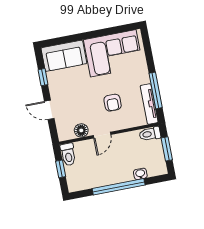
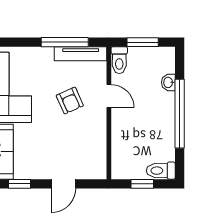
armchair: (113, 103) -> (70, 101), turned 66
floor lamp: (81, 130) -> (98, 148), removed
door: (102, 135) -> (109, 96), moved
toilet: (68, 154) -> (161, 171), moved, turned 180

